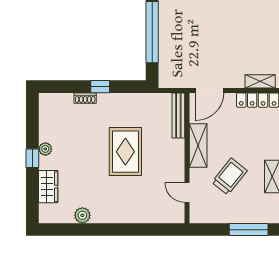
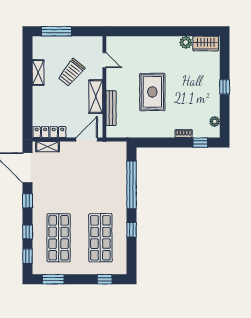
window: (100, 87) -> (200, 143), moved
bench: (178, 115) -> (111, 108), moved
plant: (45, 149) -> (215, 121), moved
wardrobe: (48, 187) -> (206, 44), moved, turned -90

